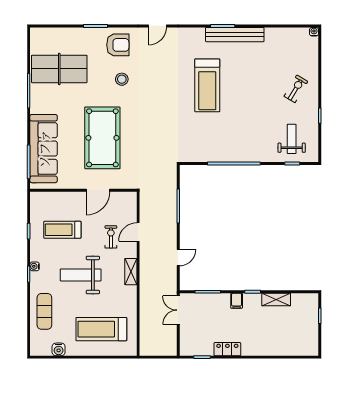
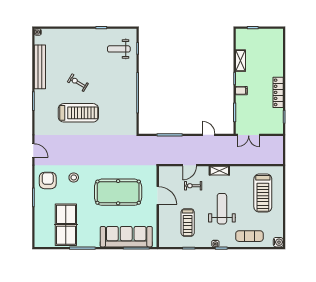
bench: (235, 35) -> (40, 67), moved
exercise bike: (296, 89) -> (78, 83), moved
door: (138, 232) -> (189, 165), hinge flipped
weight bench: (81, 275) -> (222, 209), turned 180
water cooler: (59, 349) -> (278, 242), moved
locker: (227, 349) -> (278, 92), width x1.53

